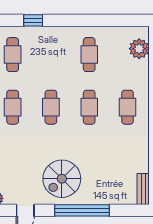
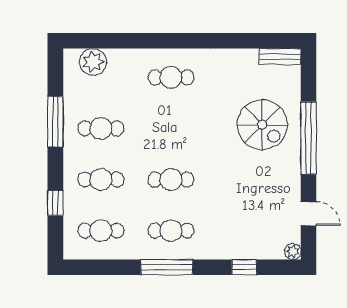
window: (94, 20) -> (55, 122), added
cafe table: (89, 107) -> (101, 180), moved
spiral stairs: (62, 179) -> (262, 125), moved

